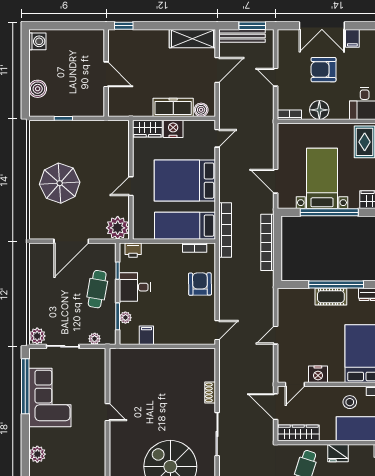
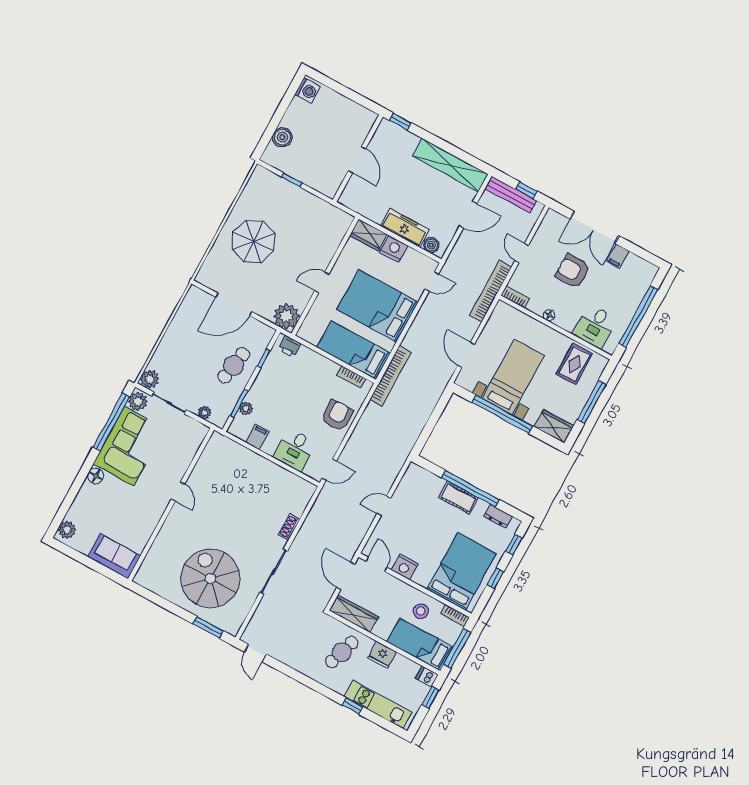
window: (252, 26) -> (526, 190), width x0.67
shelving: (192, 39) -> (450, 165), width x1.47
floor lamp: (319, 110) -> (549, 315), width x0.53, depth x0.53
bookcase: (267, 242) -> (490, 291), moved
desk: (135, 287) -> (295, 450), moved, turned -90
door: (295, 384) -> (377, 564), swing flipped
floor lamp: (36, 435) -> (96, 476), added
plant: (37, 454) -> (138, 401), moved

